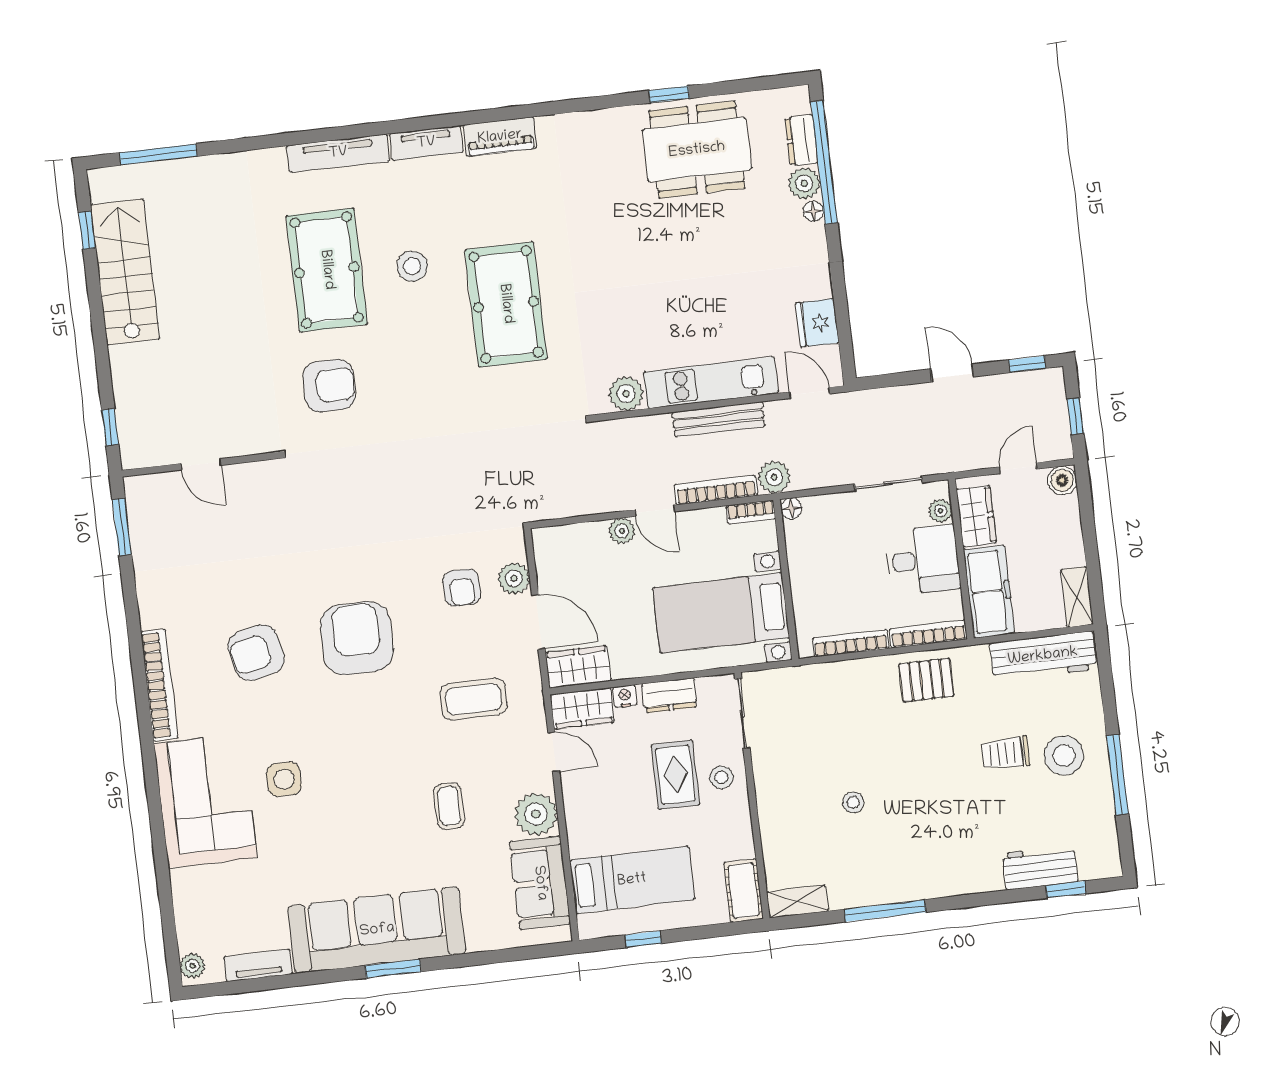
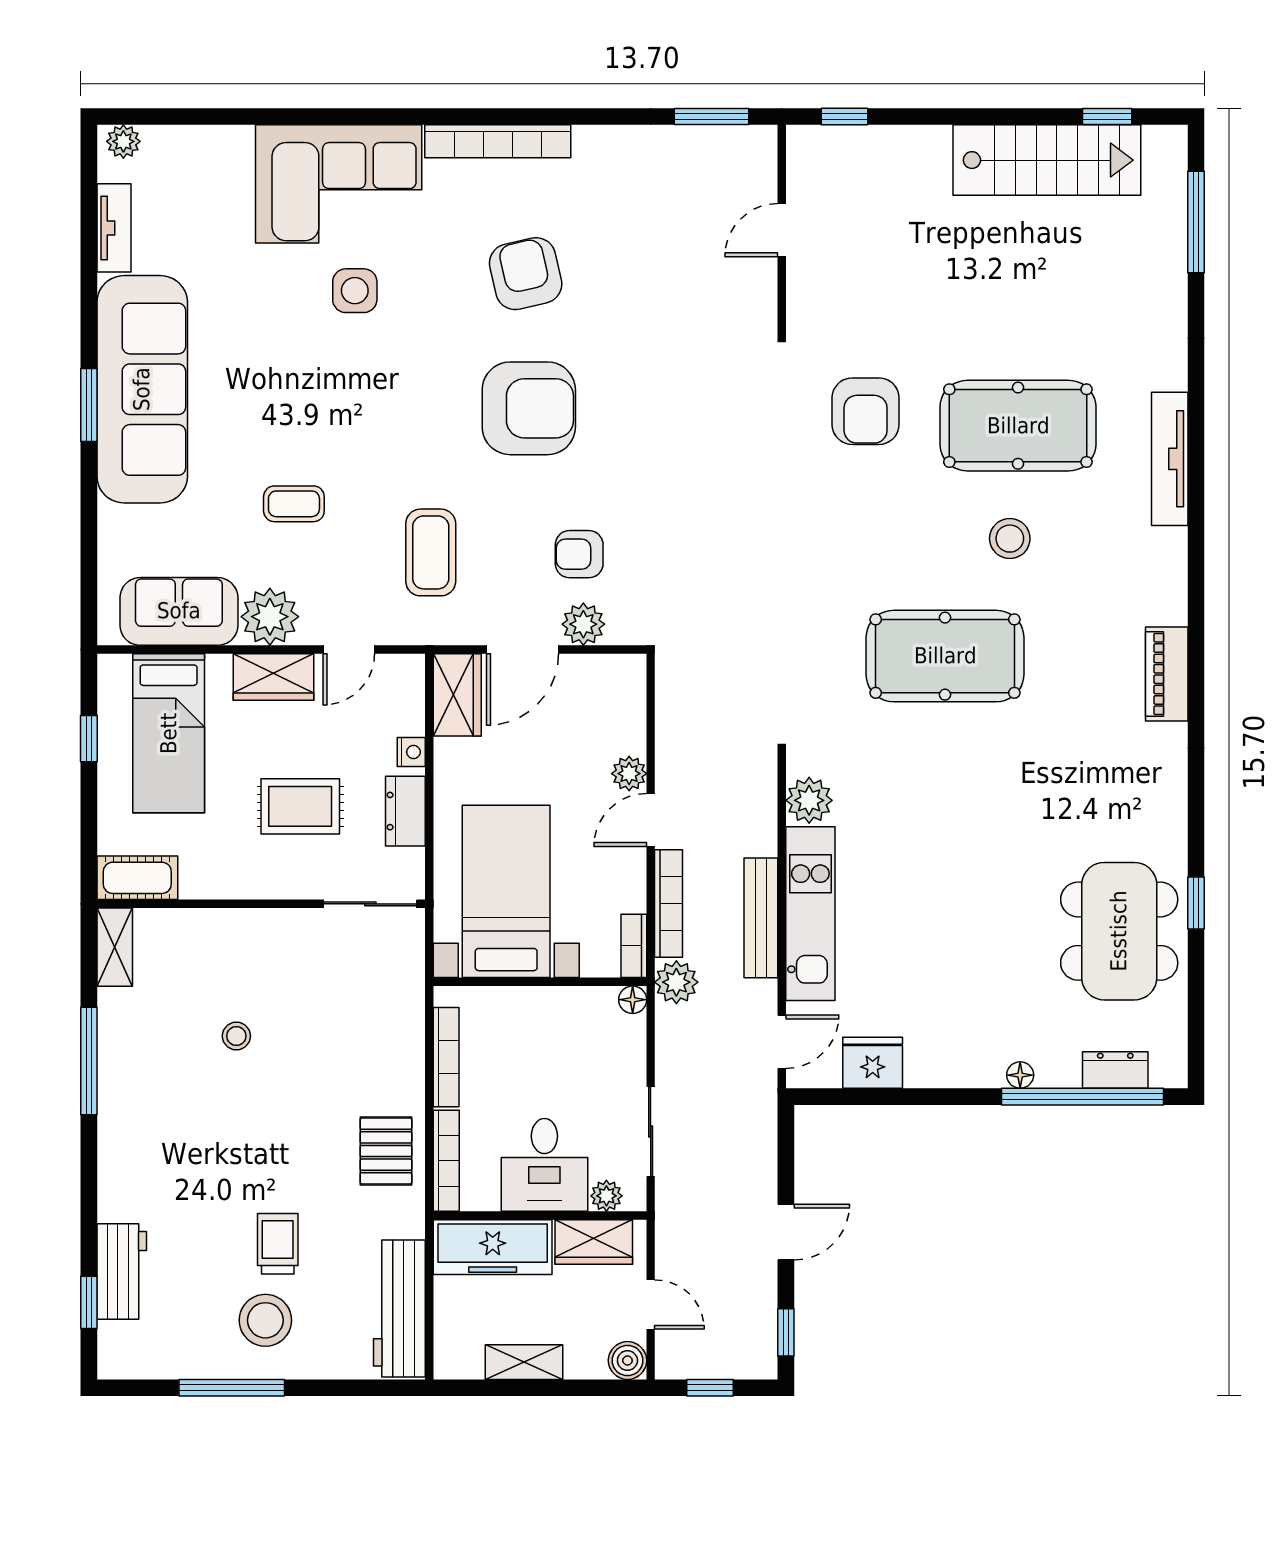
tv unit: (426, 143) -> (1170, 576), removed
plant: (804, 183) -> (1058, 1067), removed
shelving: (1077, 597) -> (524, 1362), moved
wardrobe: (582, 708) -> (273, 677), moved, turned -90
stool: (721, 777) -> (290, 866), removed

